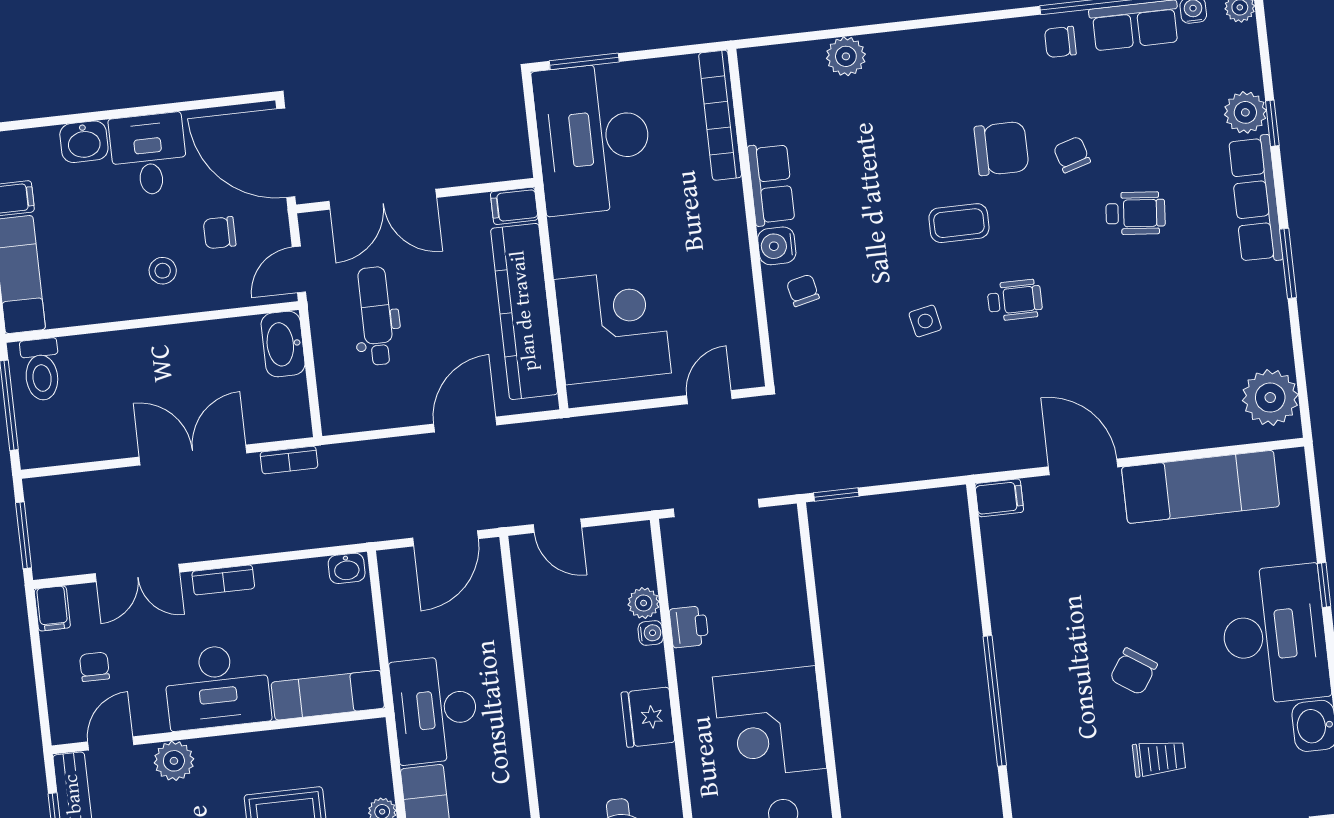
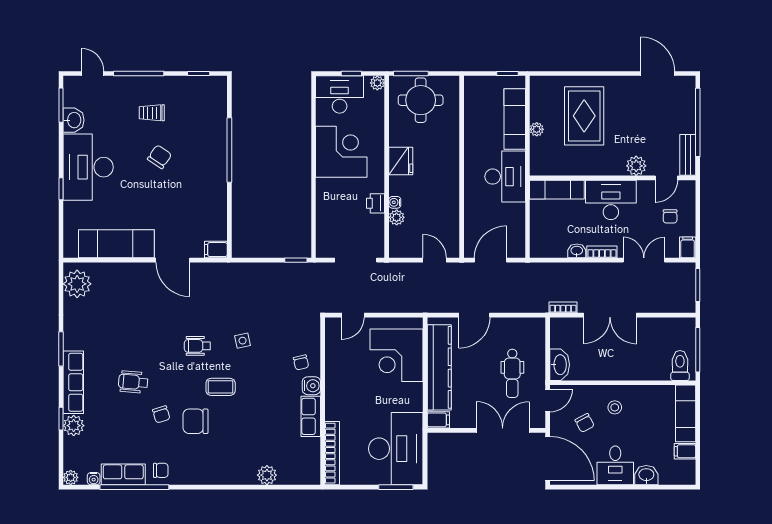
chair: (220, 233) -> (585, 423), turned 62
washbasin: (347, 568) -> (577, 251), moved

